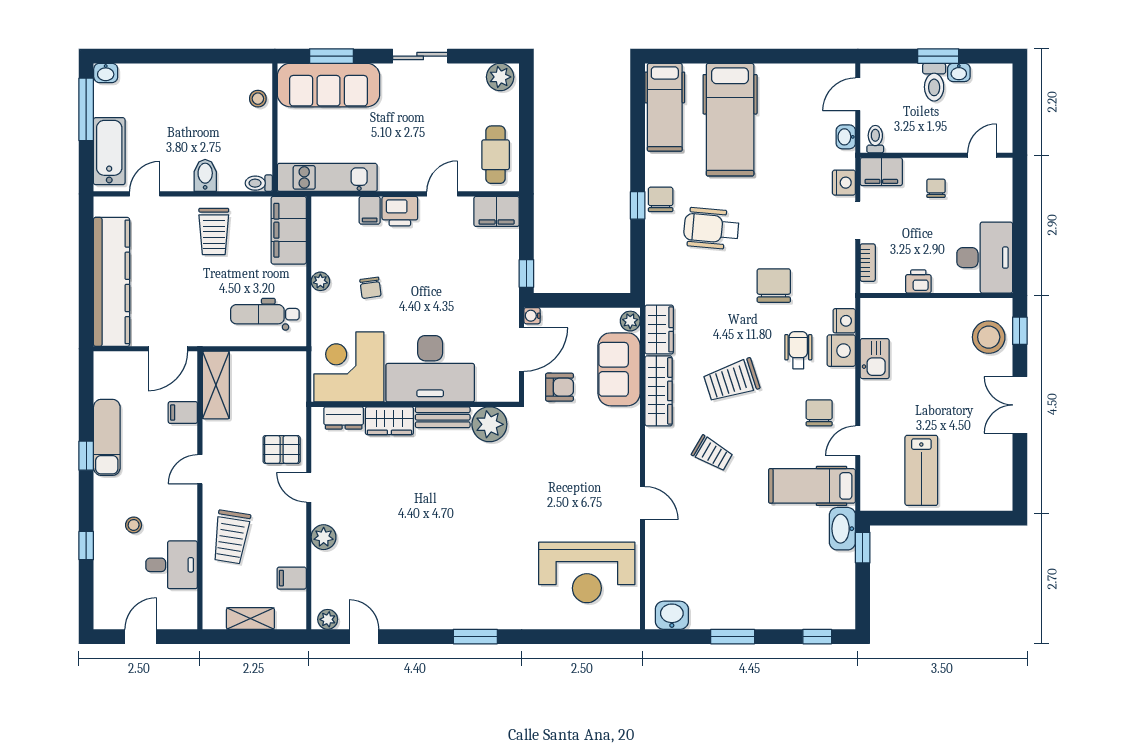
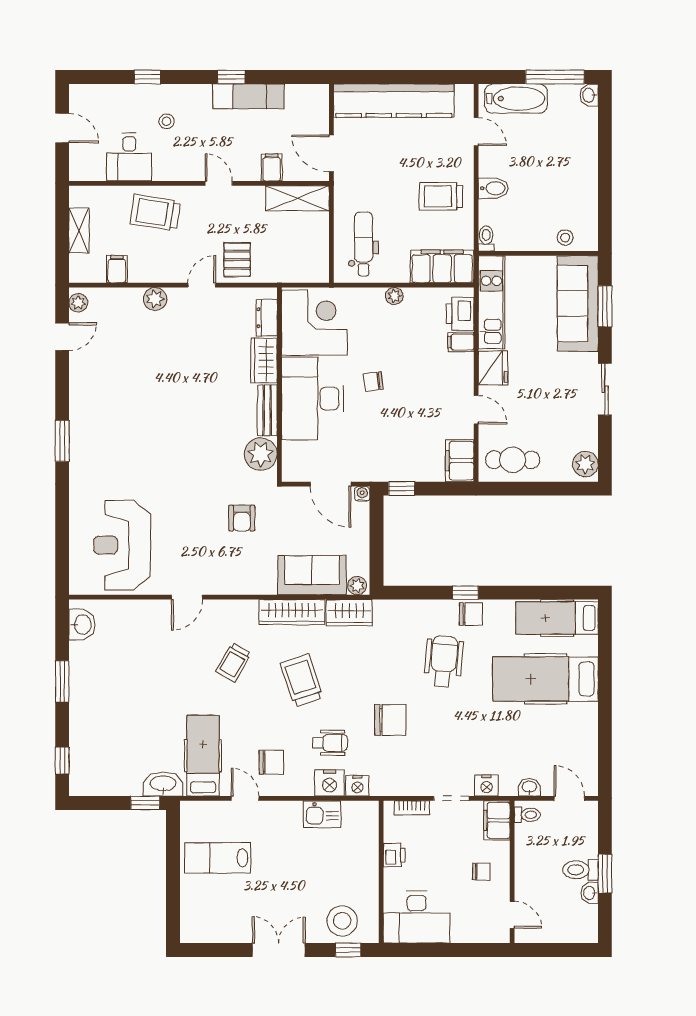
fridge: (397, 176) -> (493, 368), added
printer: (400, 211) -> (460, 314), moved
chair: (370, 288) -> (373, 382), moved
armchair: (560, 387) -> (242, 518), moved

